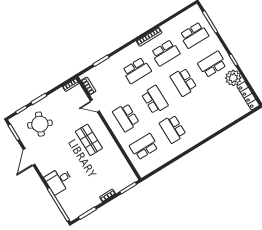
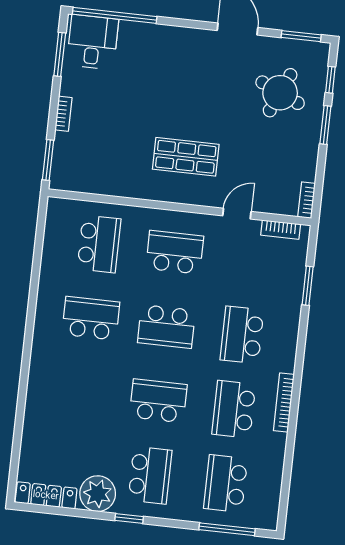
desk: (59, 180) -> (93, 42), moved

